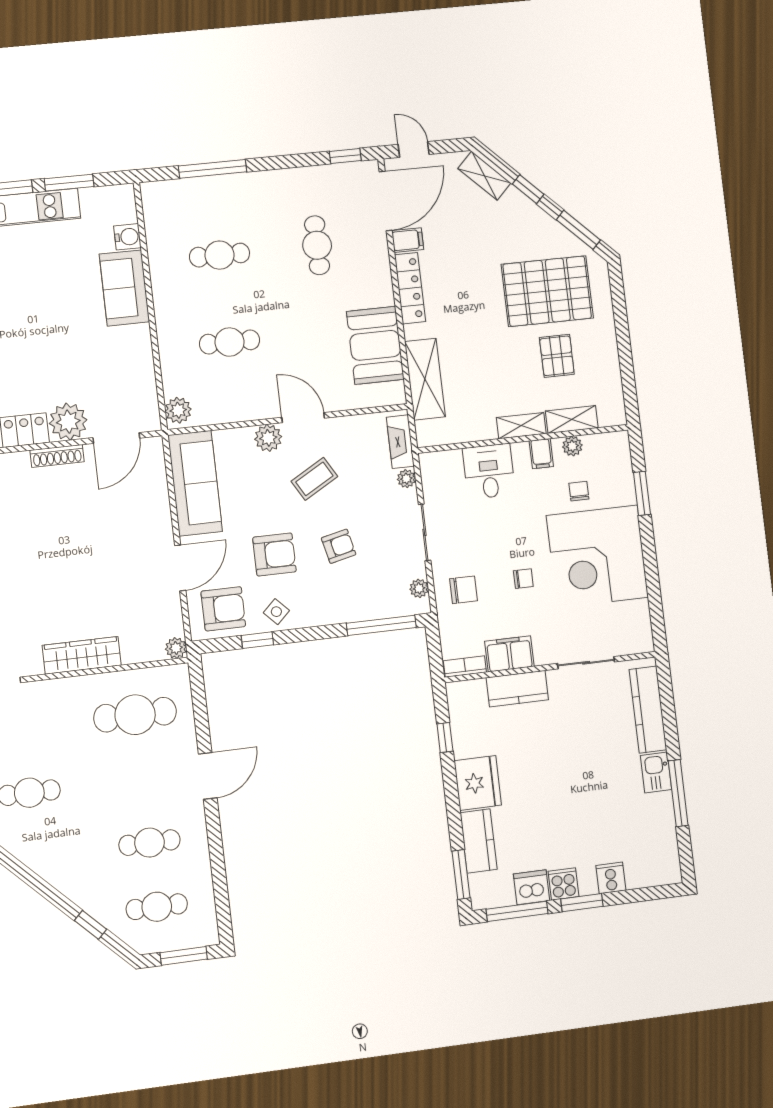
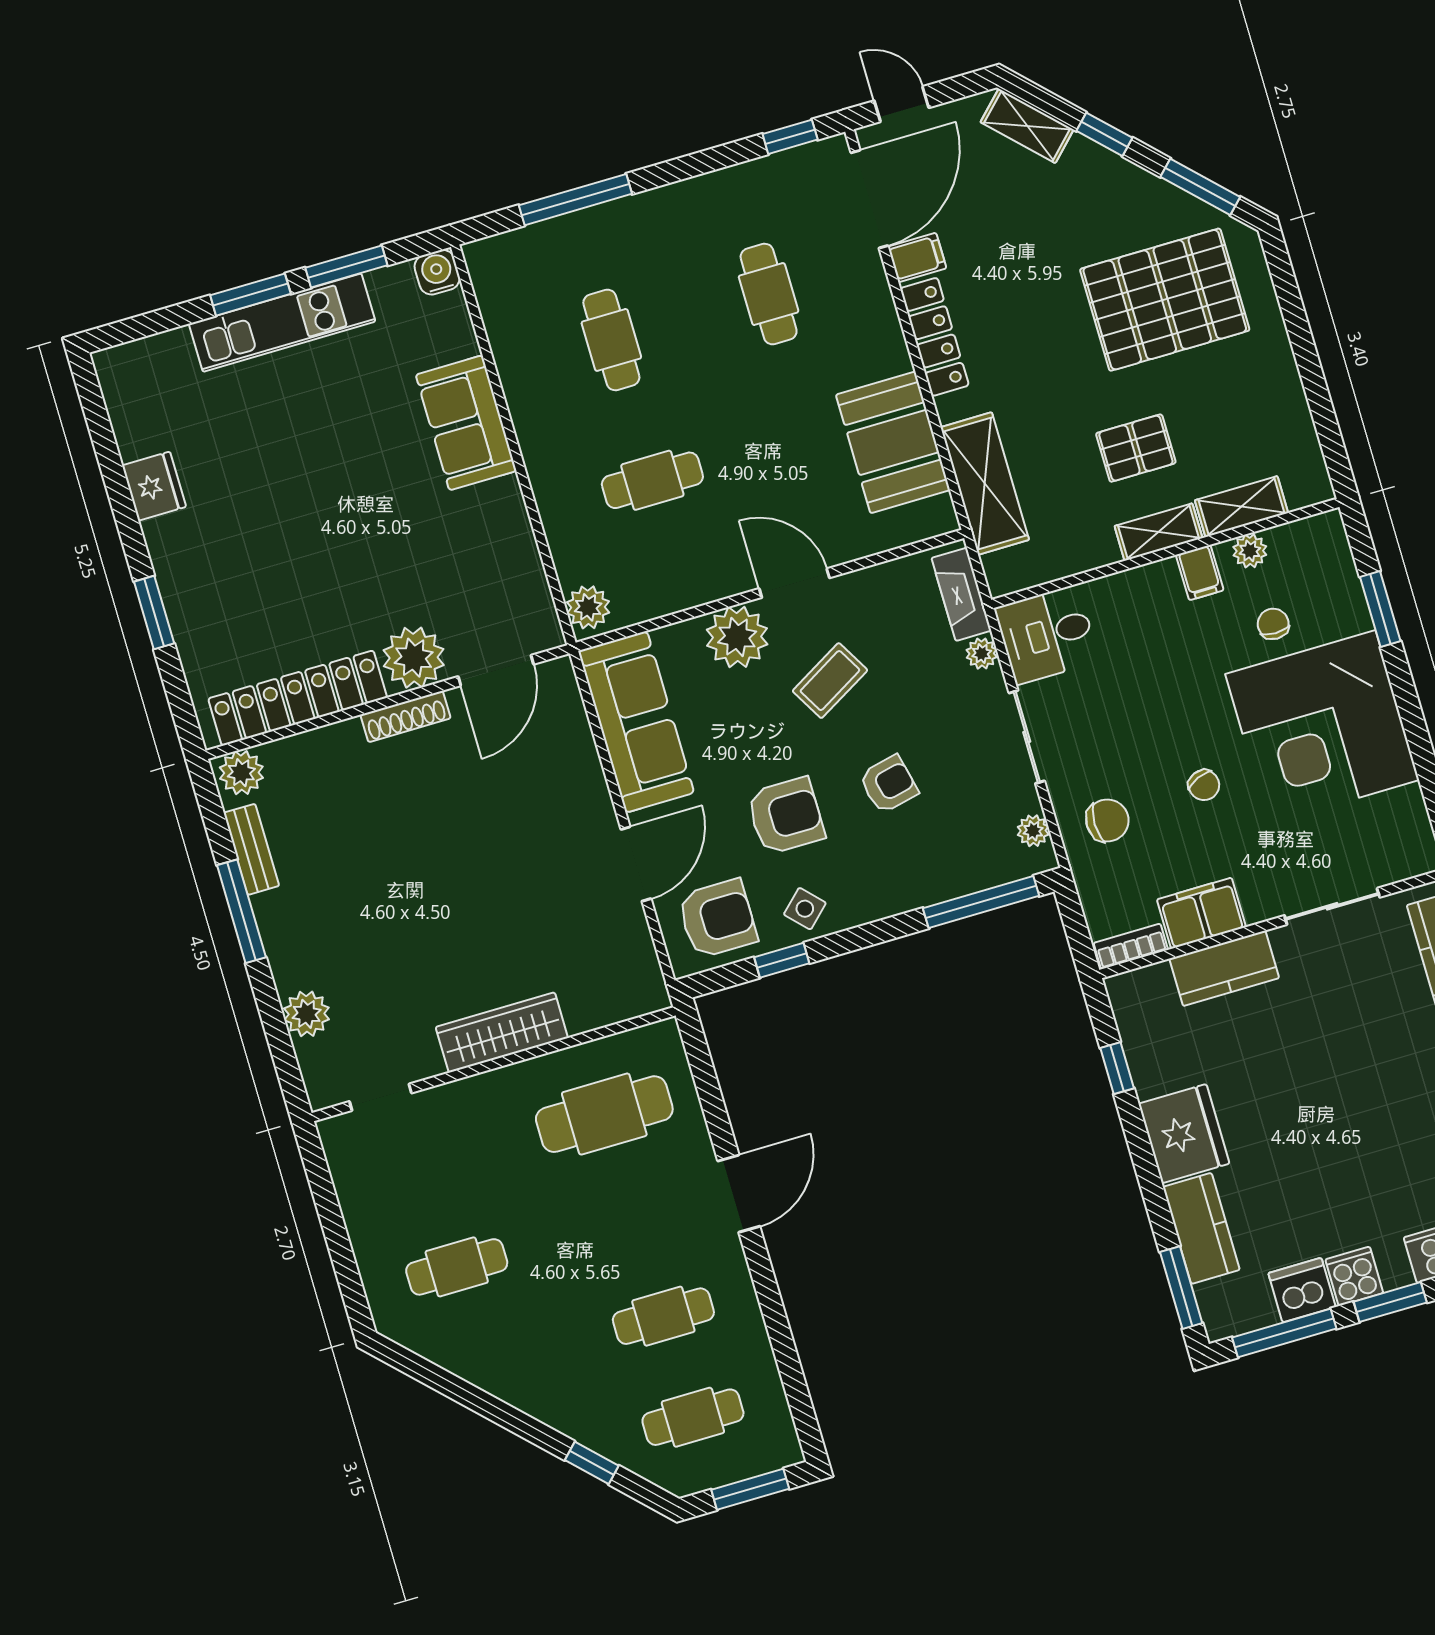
water cooler: (127, 237) -> (437, 272), moved, turned -90
cafe table: (220, 255) -> (611, 340), turned 90
pallet: (557, 356) -> (1136, 448), moved, turned 90
plant: (268, 438) -> (737, 637), width x1.36, depth x1.36
desk: (489, 471) -> (1047, 635), moved, turned -90
chair: (523, 579) -> (1204, 785), turned 67
plant: (176, 648) -> (652, 995), removed

